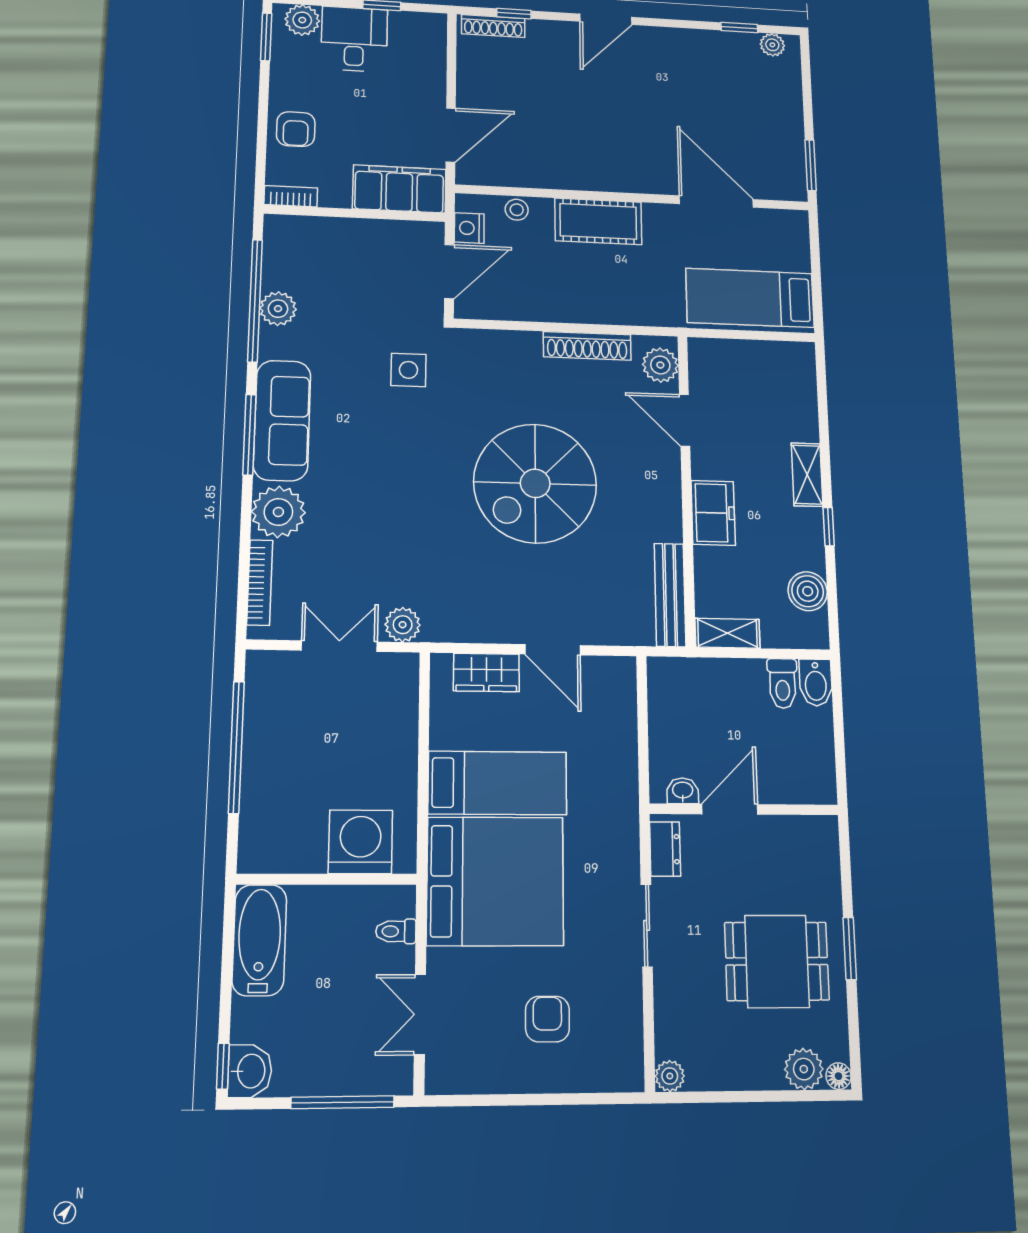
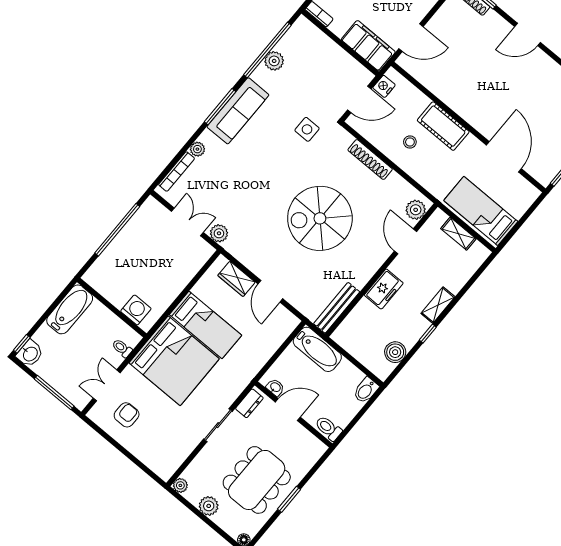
stool: (517, 210) -> (410, 142), moved
shoe rack: (587, 346) -> (370, 160), moved
plant: (278, 512) -> (197, 149), width x0.53, depth x0.53
shelving: (727, 633) -> (458, 234), moved
bathtub: (695, 680) -> (317, 349), added
toilet: (782, 683) -> (328, 428), moved, turned 90
washing machine: (361, 842) -> (136, 310), width x0.73, depth x0.73
dining table: (777, 961) -> (257, 480), width x1.38
armchair: (547, 1019) -> (127, 415), moved
plant: (804, 1069) -> (209, 506), moved

